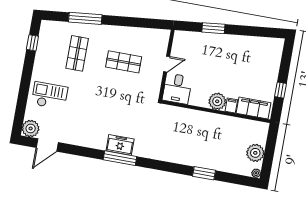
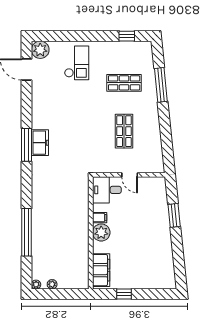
filing cabinet: (231, 106) -> (100, 218), moved
plant: (255, 153) -> (52, 284), width x0.53, depth x0.53
window: (204, 173) -> (27, 232), width x2.11

